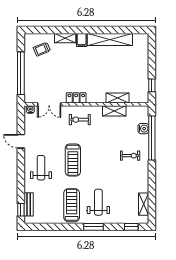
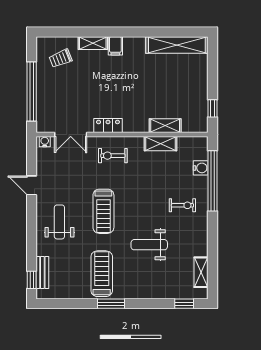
shelving: (110, 39) -> (177, 45), moved
weight bench: (98, 202) -> (149, 245), moved, turned -90
window: (94, 227) -> (111, 304), moved

